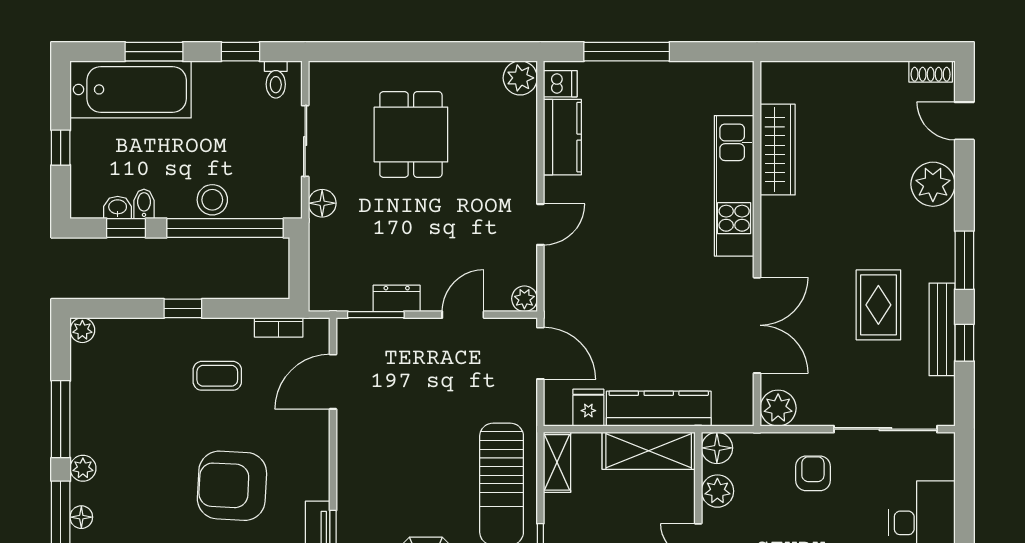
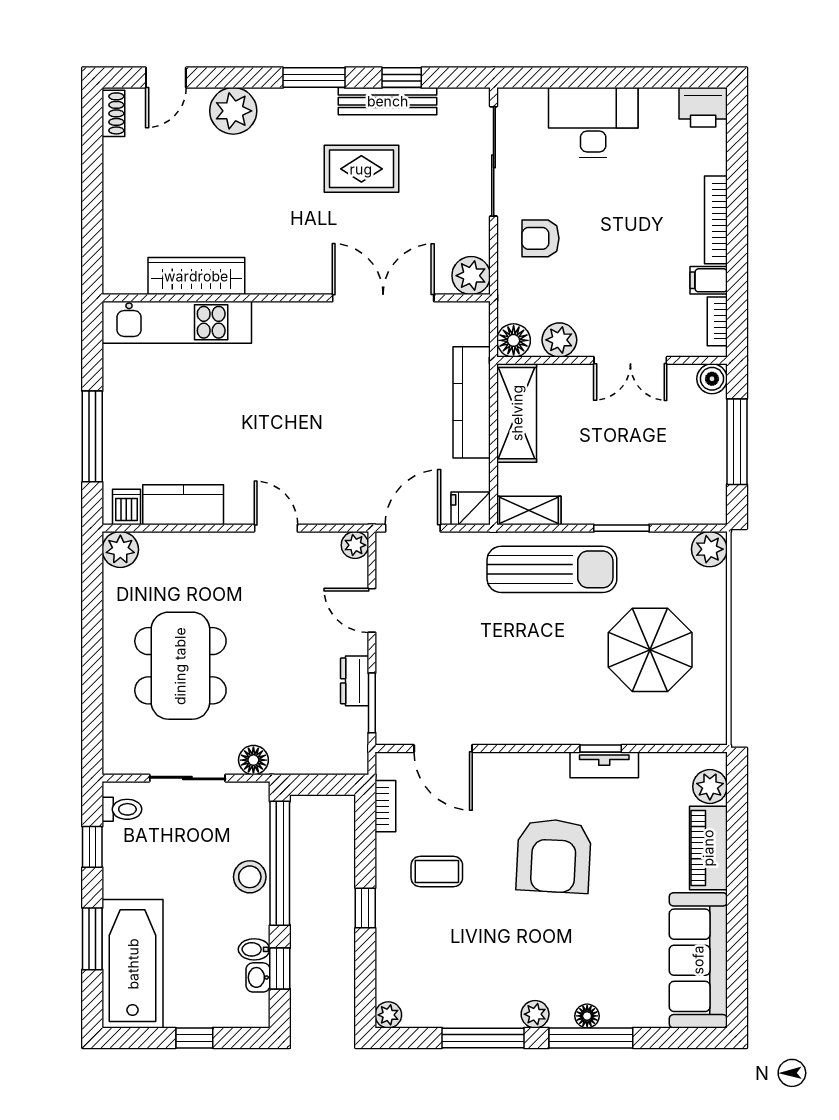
dining table: (411, 135) -> (180, 666), width x1.38
kitchen unit: (734, 186) -> (177, 322), moved
coffee table: (217, 376) -> (437, 871), turned 90
fridge: (588, 408) -> (471, 508), moved

